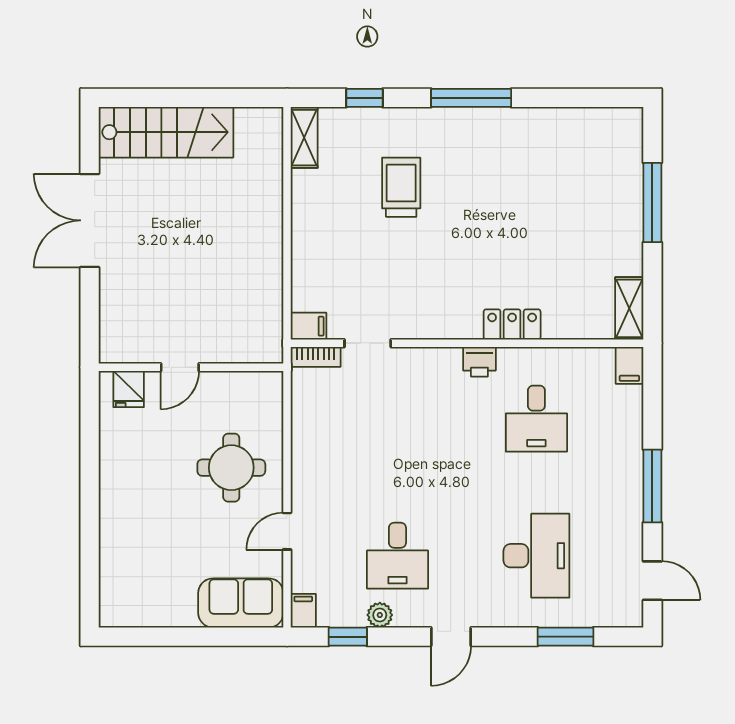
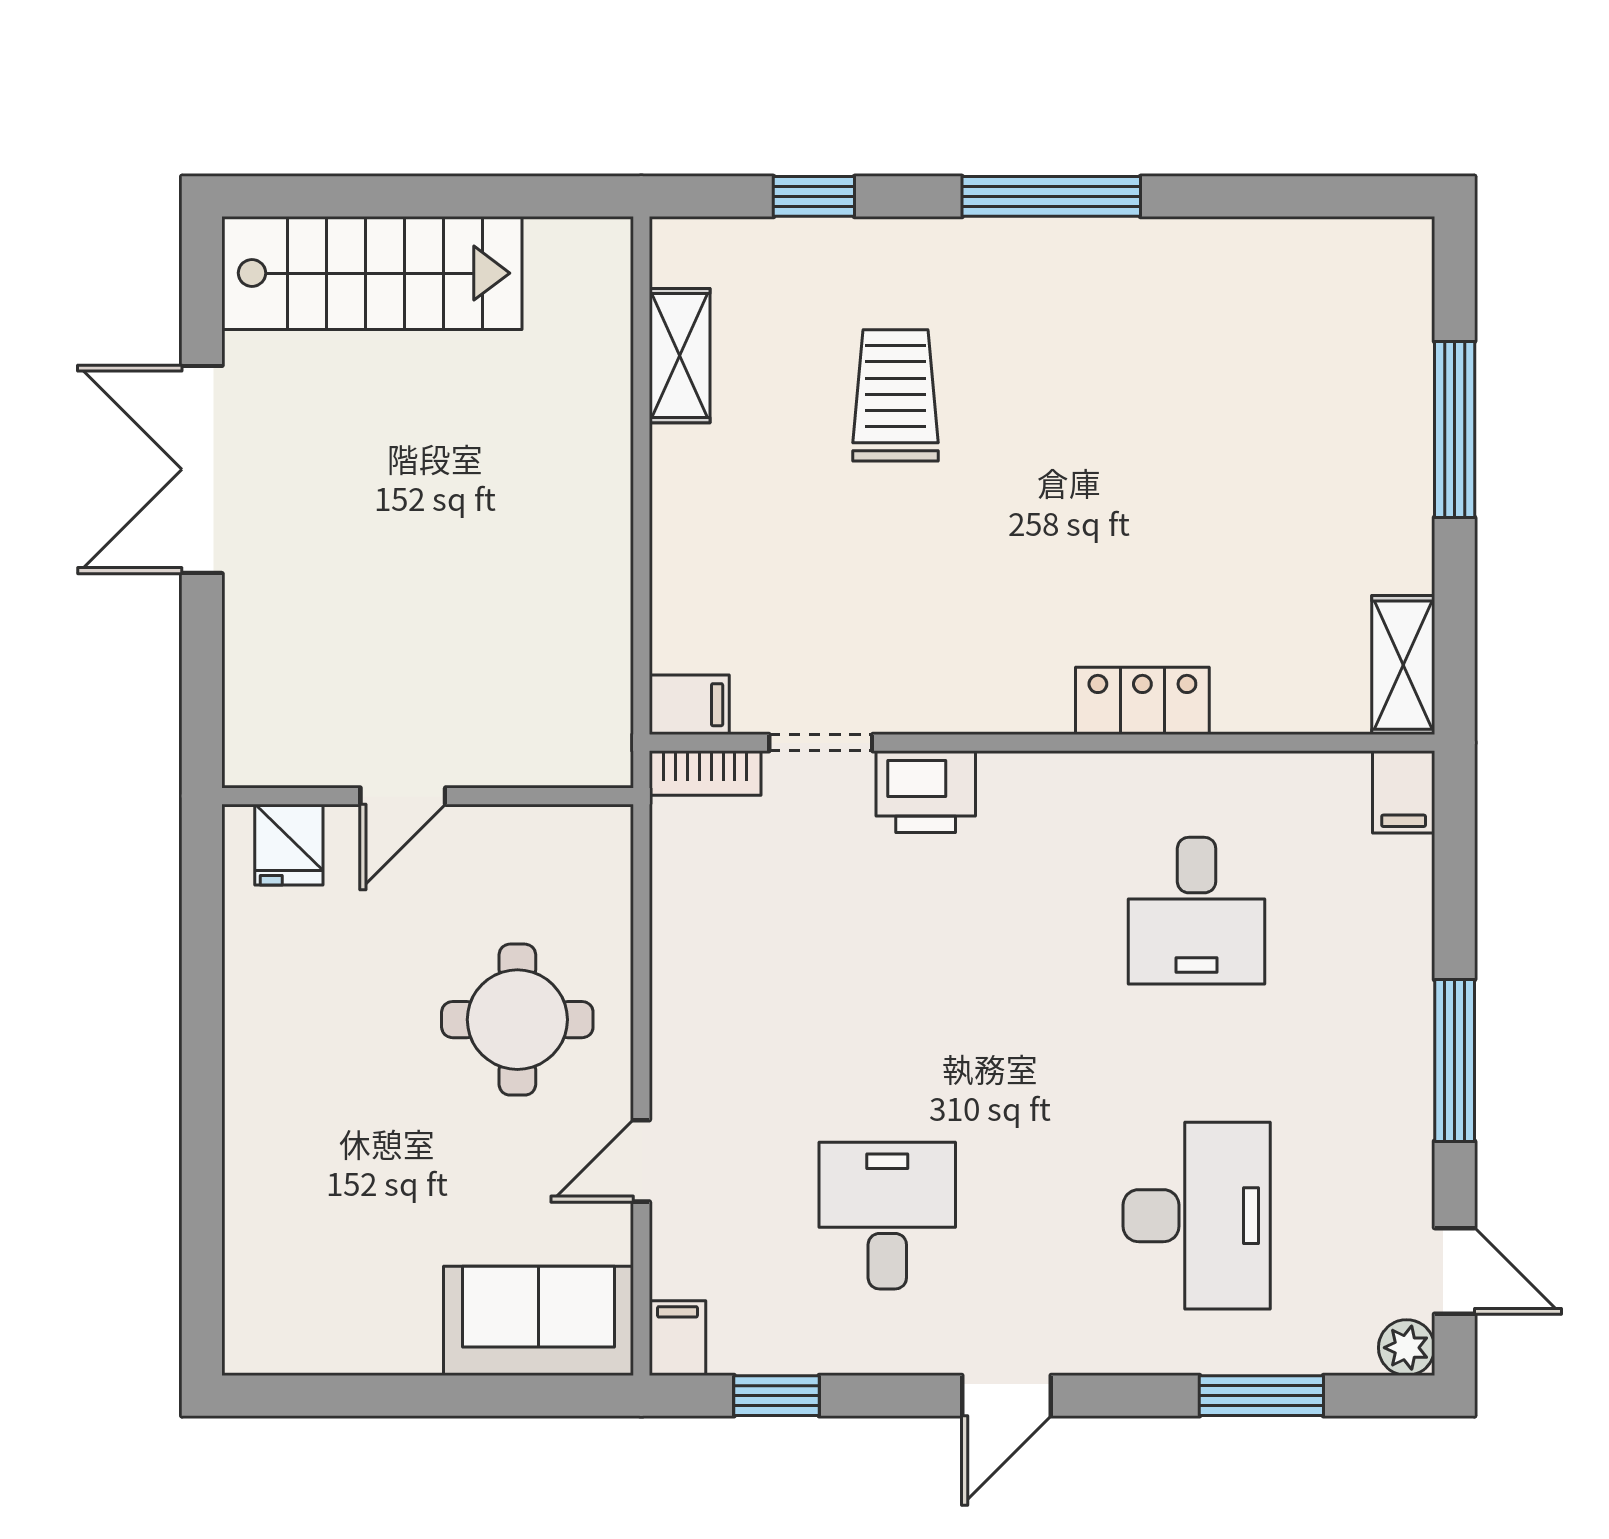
shelving: (304, 138) -> (680, 356), moved
printer: (479, 362) -> (926, 792), moved, width x1.36, depth x1.24
desk: (397, 556) -> (887, 1216), turned 180
plant: (380, 615) -> (1407, 1348), moved

